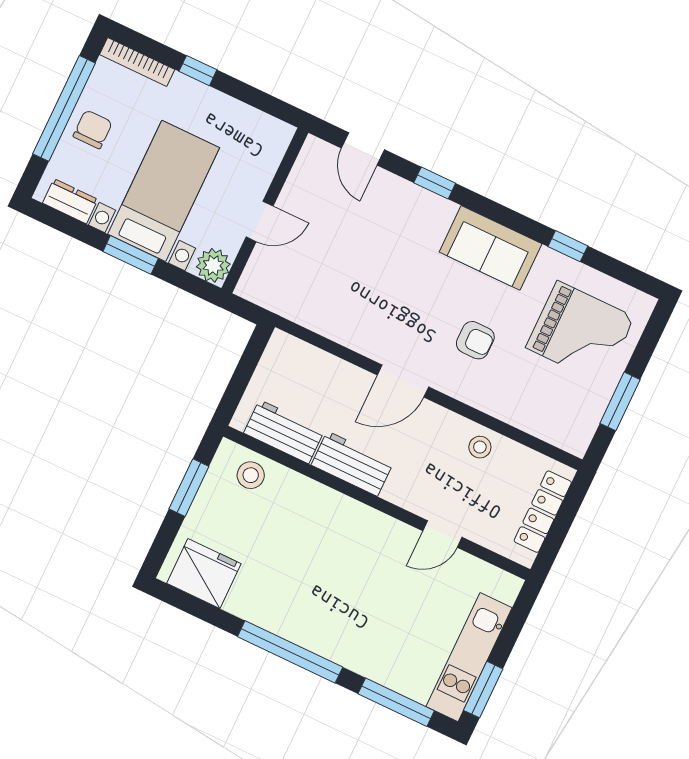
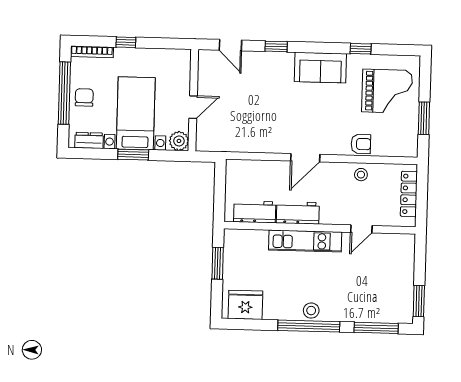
armchair: (475, 340) -> (361, 144), moved
stool: (251, 475) -> (311, 311), moved
kitchen unit: (469, 657) -> (305, 241), moved, turned -90

